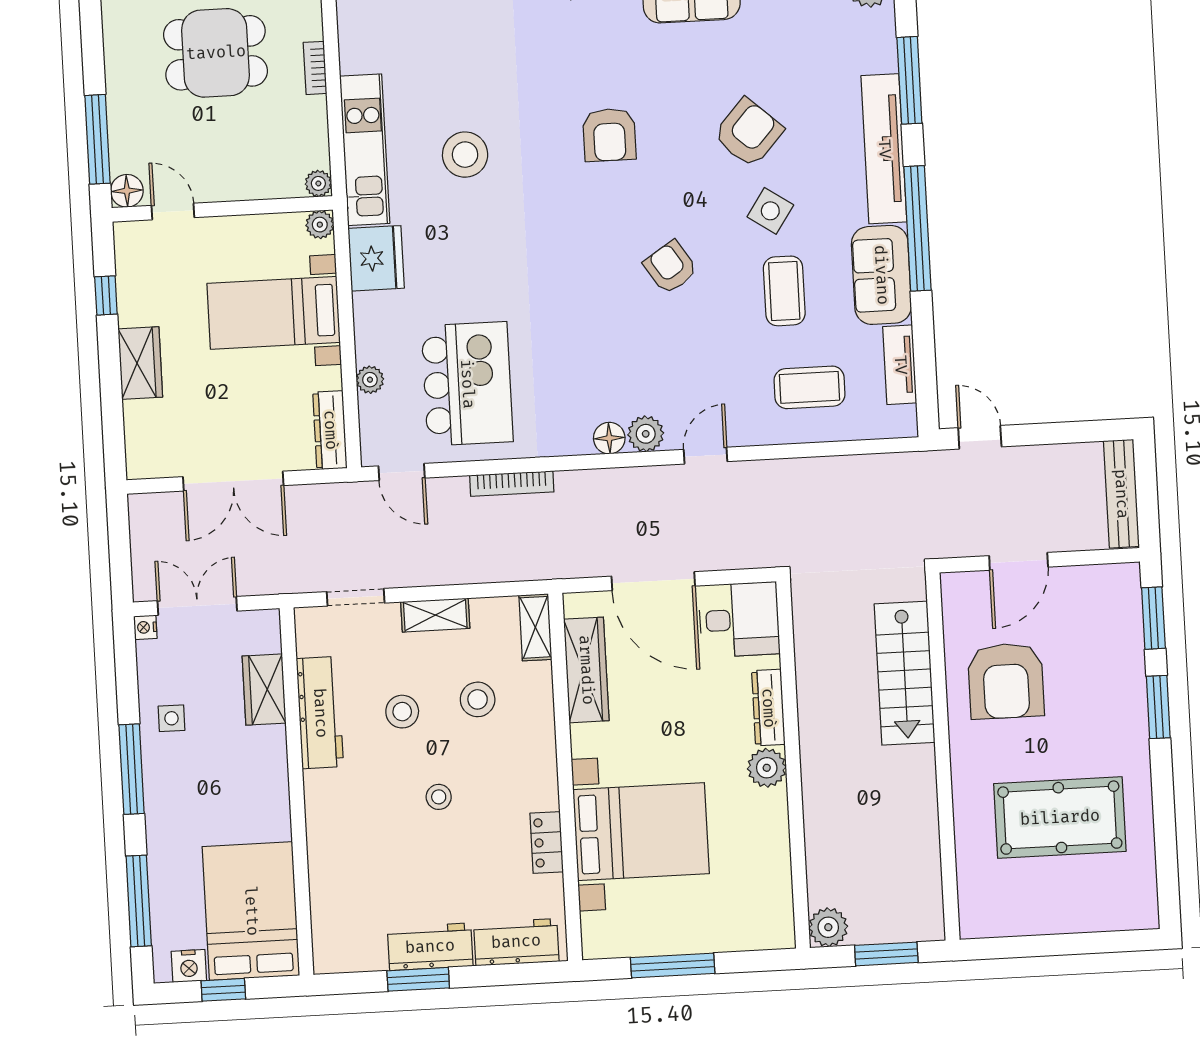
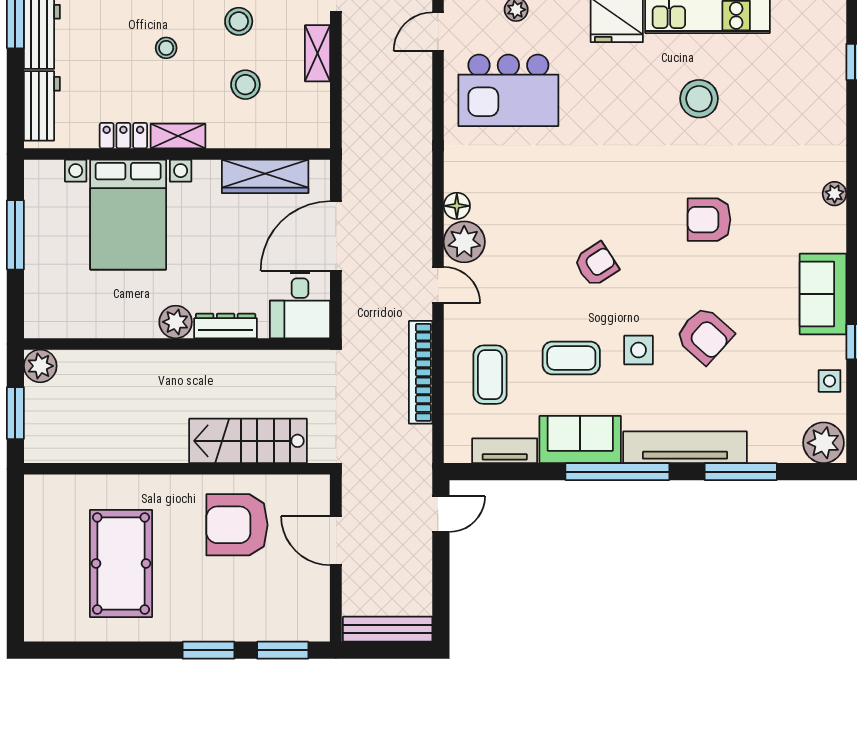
side table: (770, 211) -> (639, 350), turned -34
plant: (646, 434) -> (464, 242), width x1.36, depth x1.36
bookcase: (512, 484) -> (421, 372), moved, width x1.48, depth x1.31
shelving: (535, 627) -> (178, 136), moved

